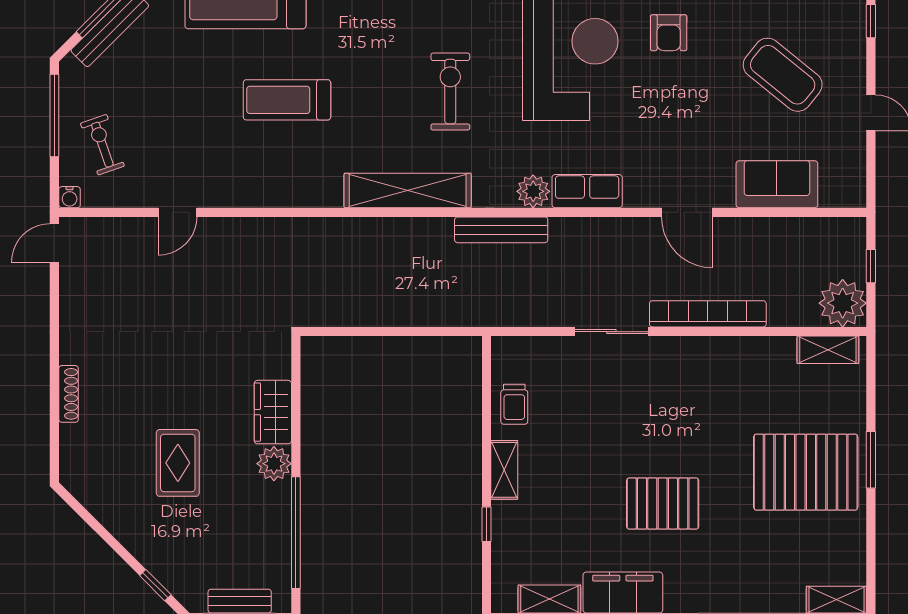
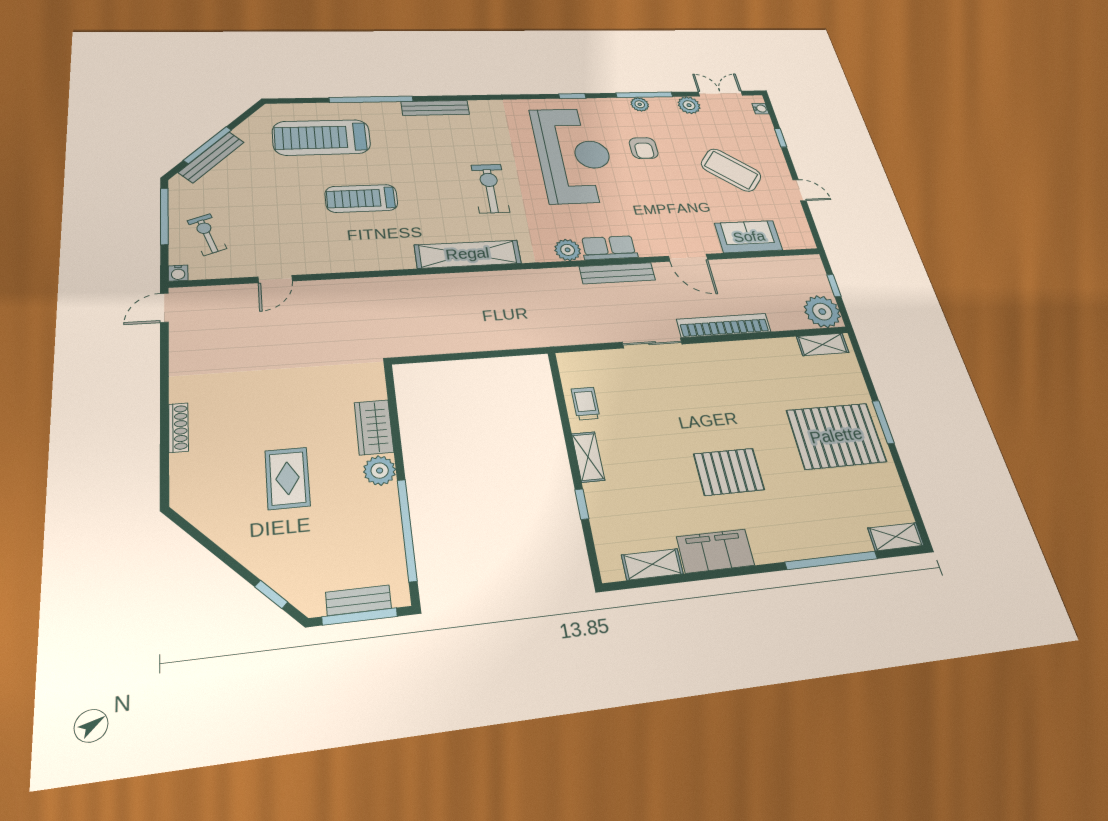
bench: (501, 230) -> (617, 273), moved
trolley: (514, 404) -> (586, 404), turned 180

